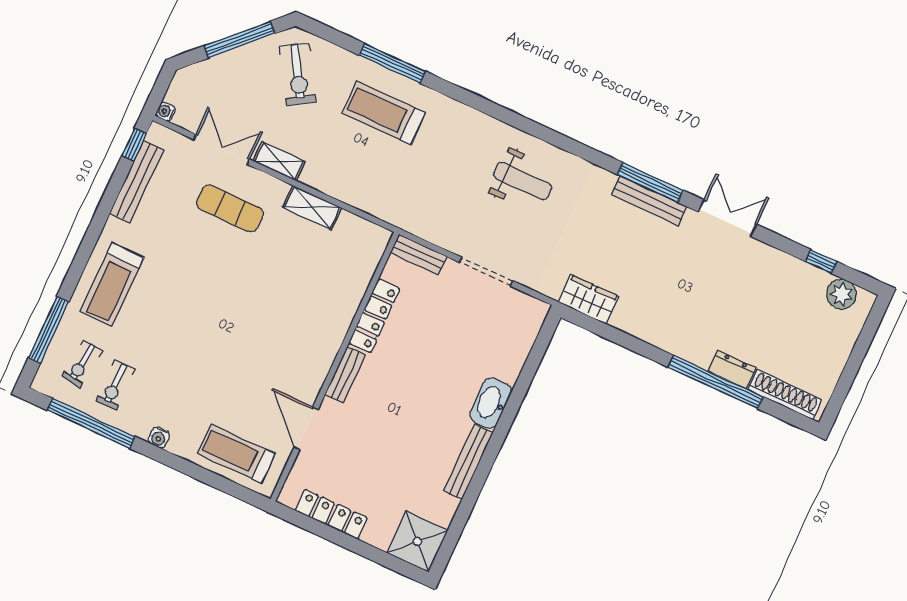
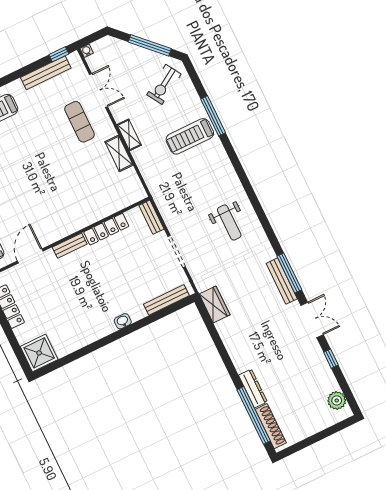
treadmill: (384, 113) -> (190, 136), turned -90
shelving: (279, 161) -> (129, 135), moved
window: (821, 261) -> (331, 359), moved
dresser: (732, 369) -> (253, 388), width x1.44
window: (716, 382) -> (254, 415), moved
washbasin: (491, 403) -> (123, 321), width x0.52, depth x0.69
bench: (468, 462) -> (166, 300), moved

